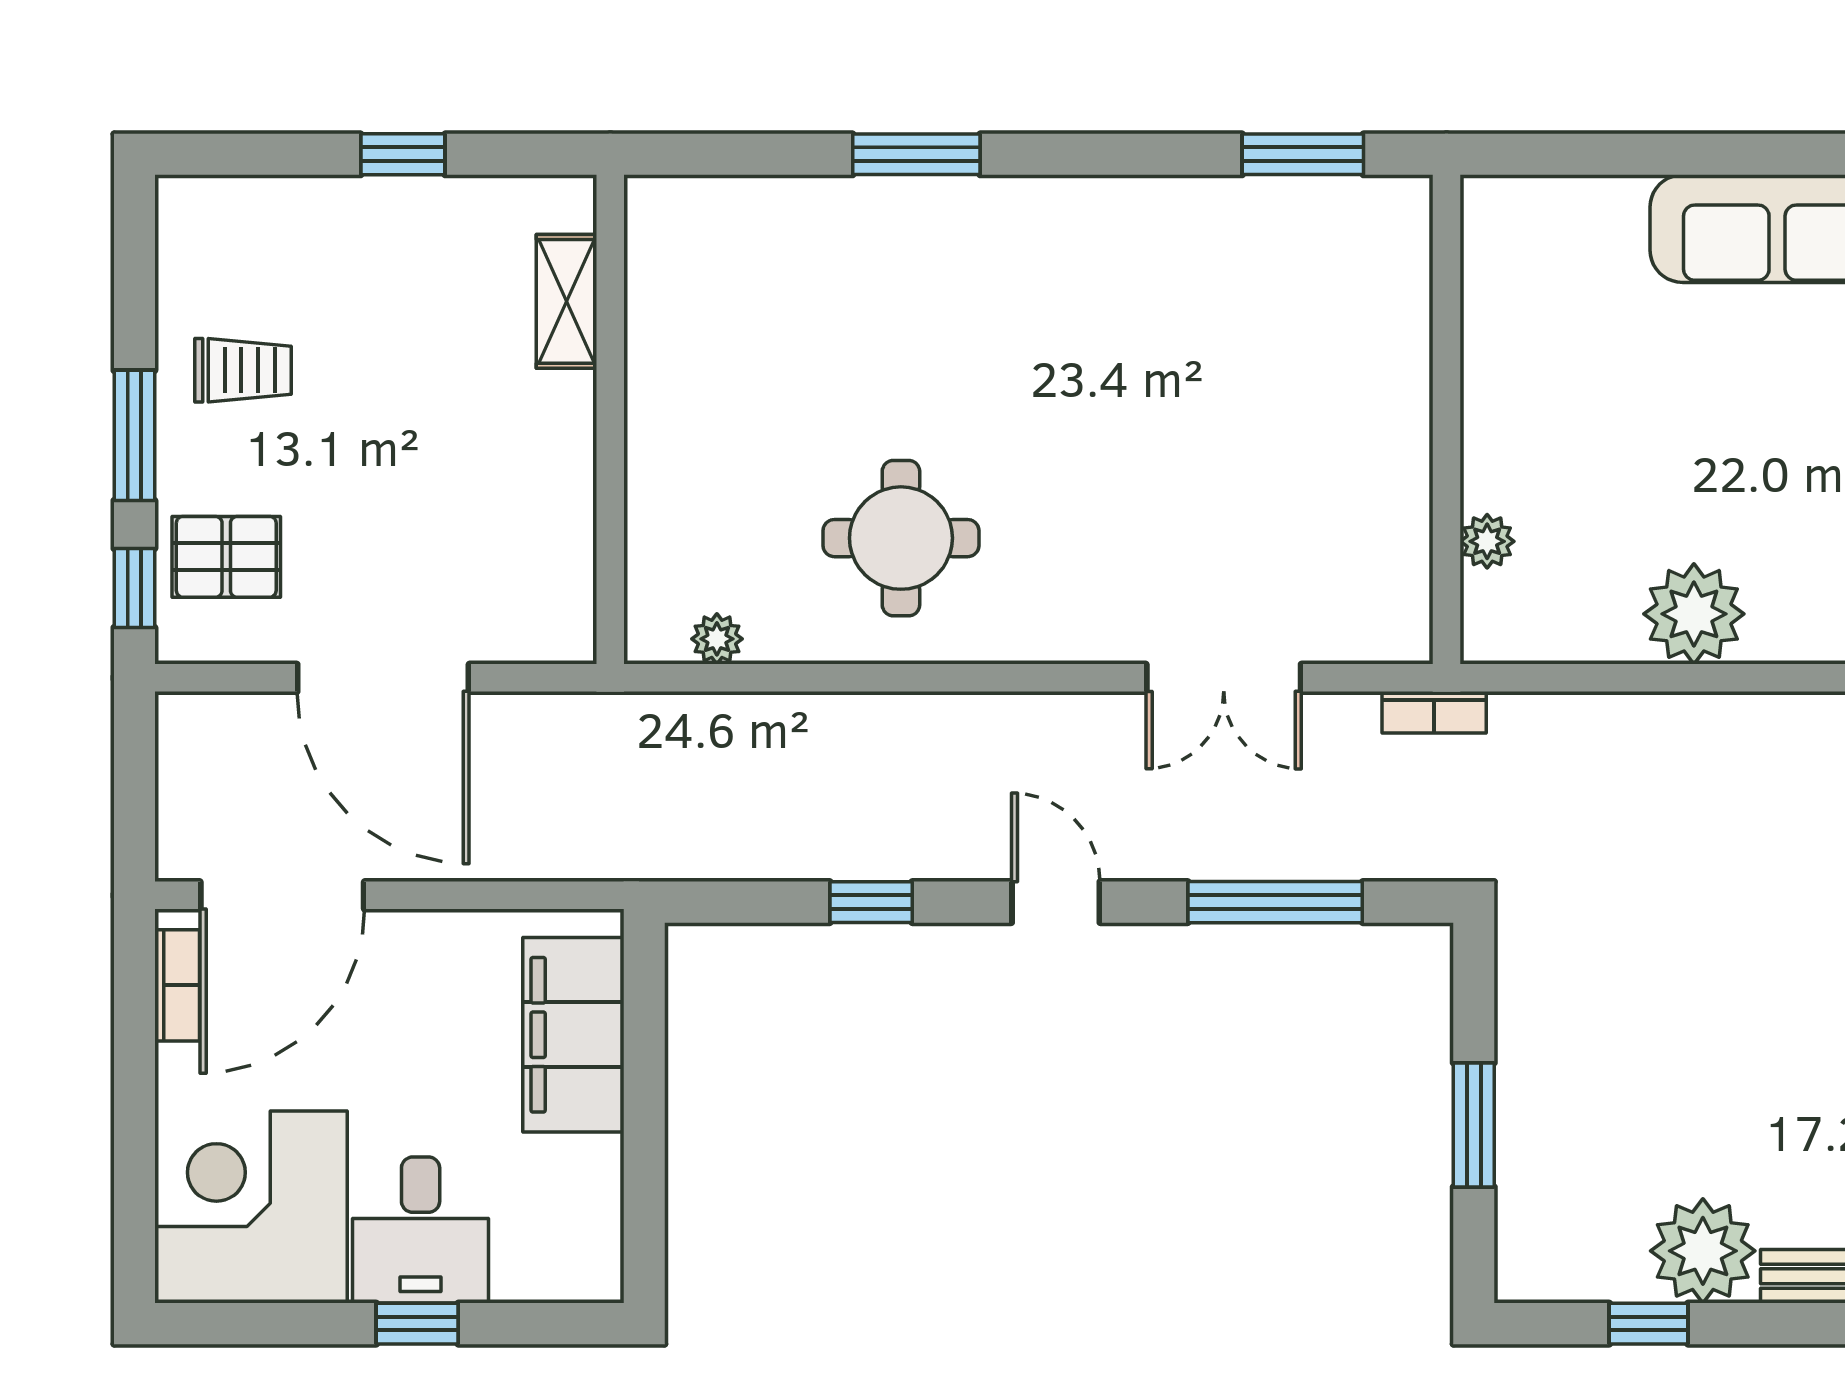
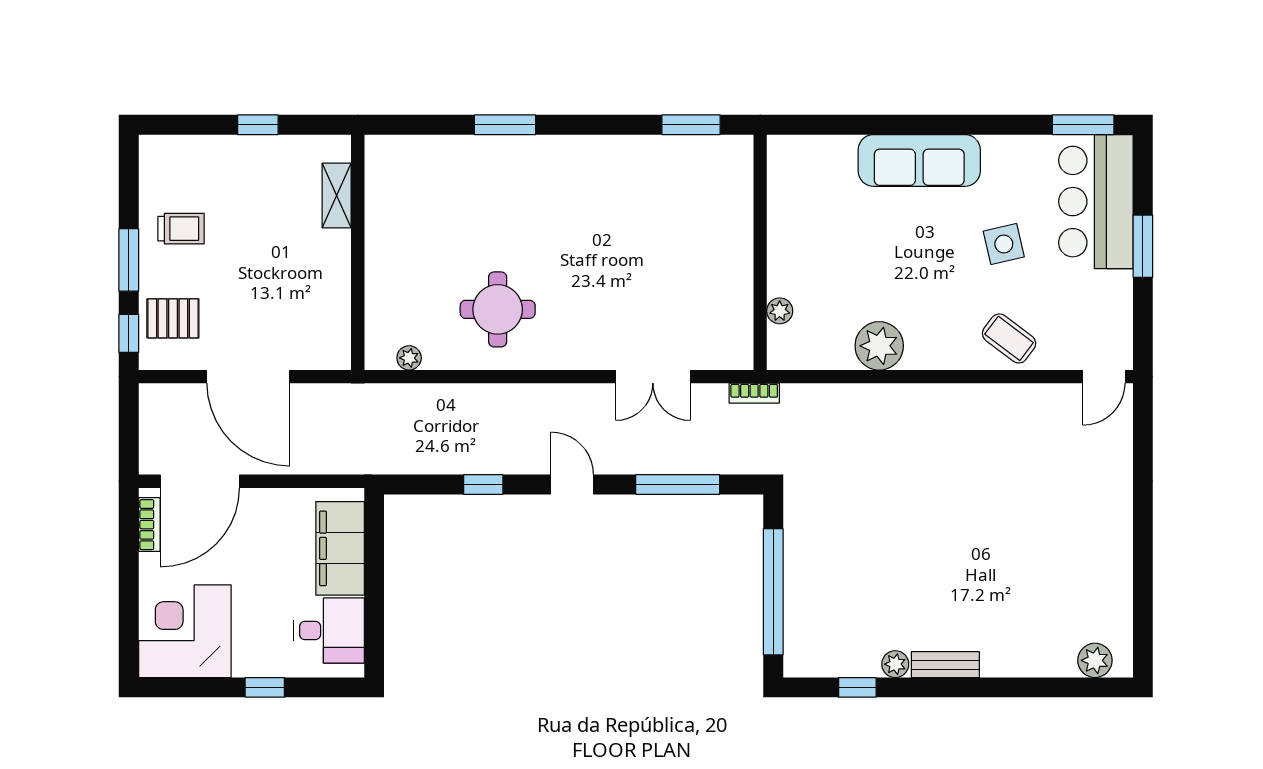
window: (1474, 1125) -> (773, 592), width x2.11
desk: (421, 1230) -> (329, 630), moved, turned -90
plant: (1703, 1251) -> (895, 664), width x0.53, depth x0.53

